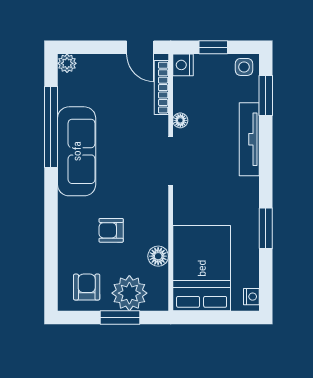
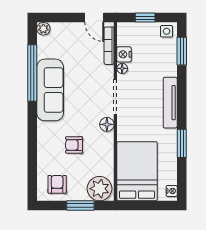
nightstand: (183, 65) -> (124, 54), moved
tv unit: (249, 139) -> (170, 103), moved
floor lamp: (158, 256) -> (107, 124), moved
plant: (129, 293) -> (100, 189), moved

